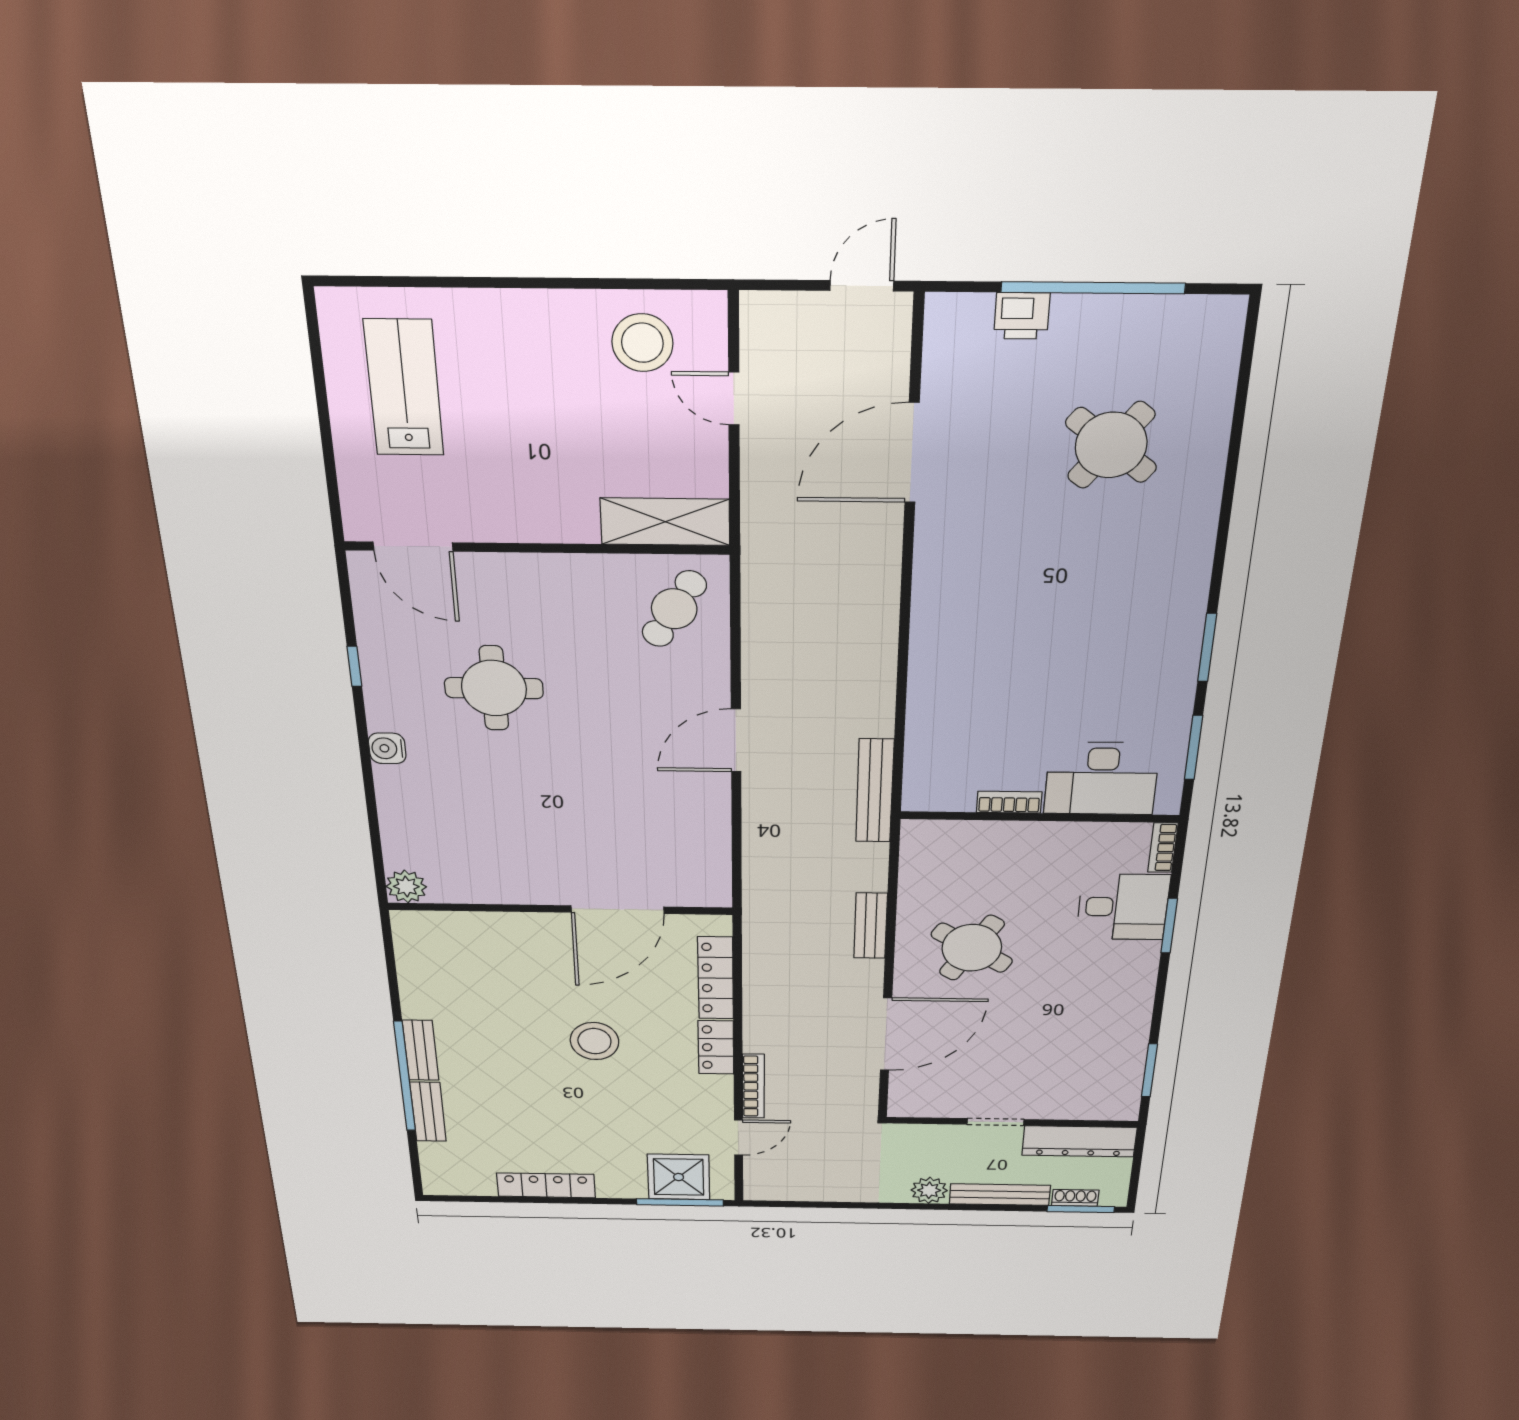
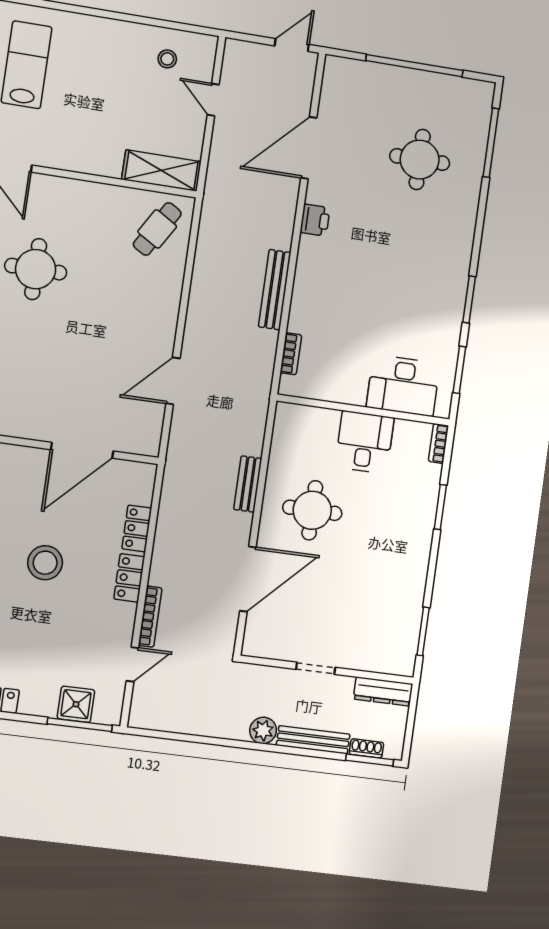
printer: (1022, 316) -> (315, 220), moved, turned -90
stool: (642, 343) -> (167, 59), width x0.53, depth x0.53
window: (1241, 400) -> (491, 143), added
round table: (1111, 445) -> (420, 160), turned -38
door: (736, 740) -> (173, 381), moved
bench: (875, 791) -> (275, 290), moved
bookcase: (1009, 802) -> (291, 354), moved, turned 90
desk: (1123, 907) -> (364, 442), moved, turned -90
round table: (972, 948) -> (312, 510), turned -32
locker: (716, 978) -> (137, 528), width x0.66
dresser: (1079, 1141) -> (383, 691), width x0.73, depth x0.80
shower: (679, 1177) -> (76, 704), width x0.73, depth x0.73

